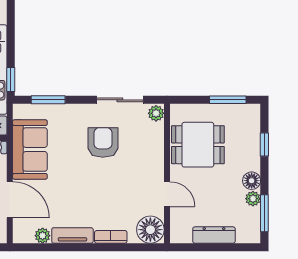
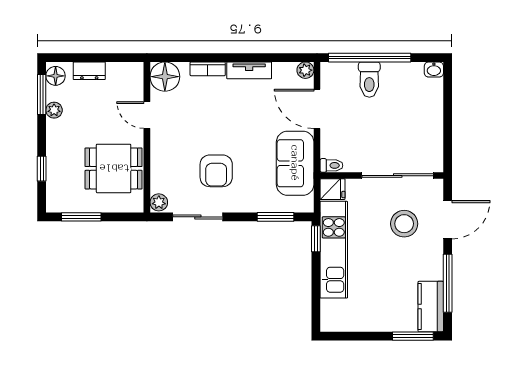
floor lamp: (252, 181) -> (56, 76), moved
dresser: (214, 235) -> (89, 71), width x0.70
plant: (43, 236) -> (305, 70), moved

